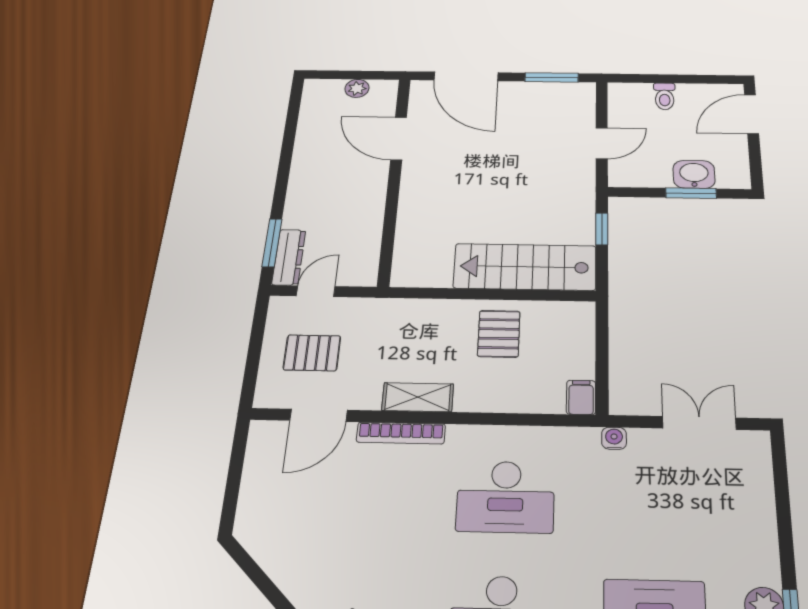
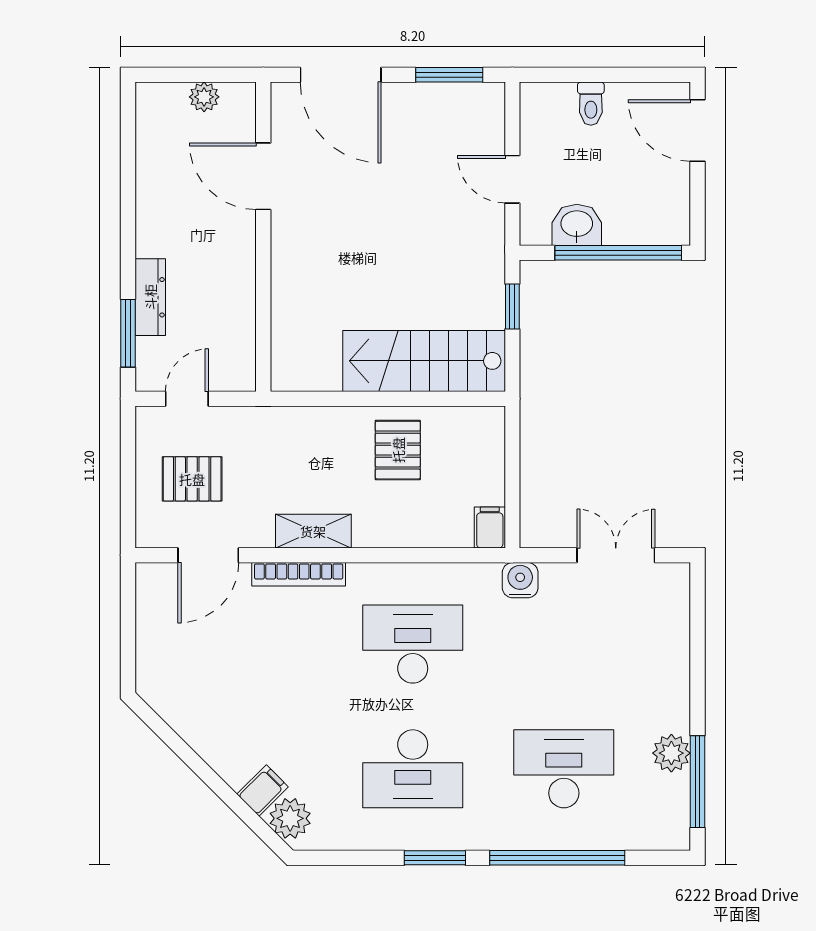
door: (752, 114) -> (697, 131), hinge flipped
door: (602, 143) -> (512, 179), swing flipped
washbasin: (694, 174) -> (577, 225), moved
window: (691, 193) -> (618, 253), width x2.11
dresser: (289, 257) -> (150, 297), moved
water cooler: (614, 438) -> (520, 580), width x1.38, depth x1.38
desk: (506, 497) -> (413, 644), turned 180

